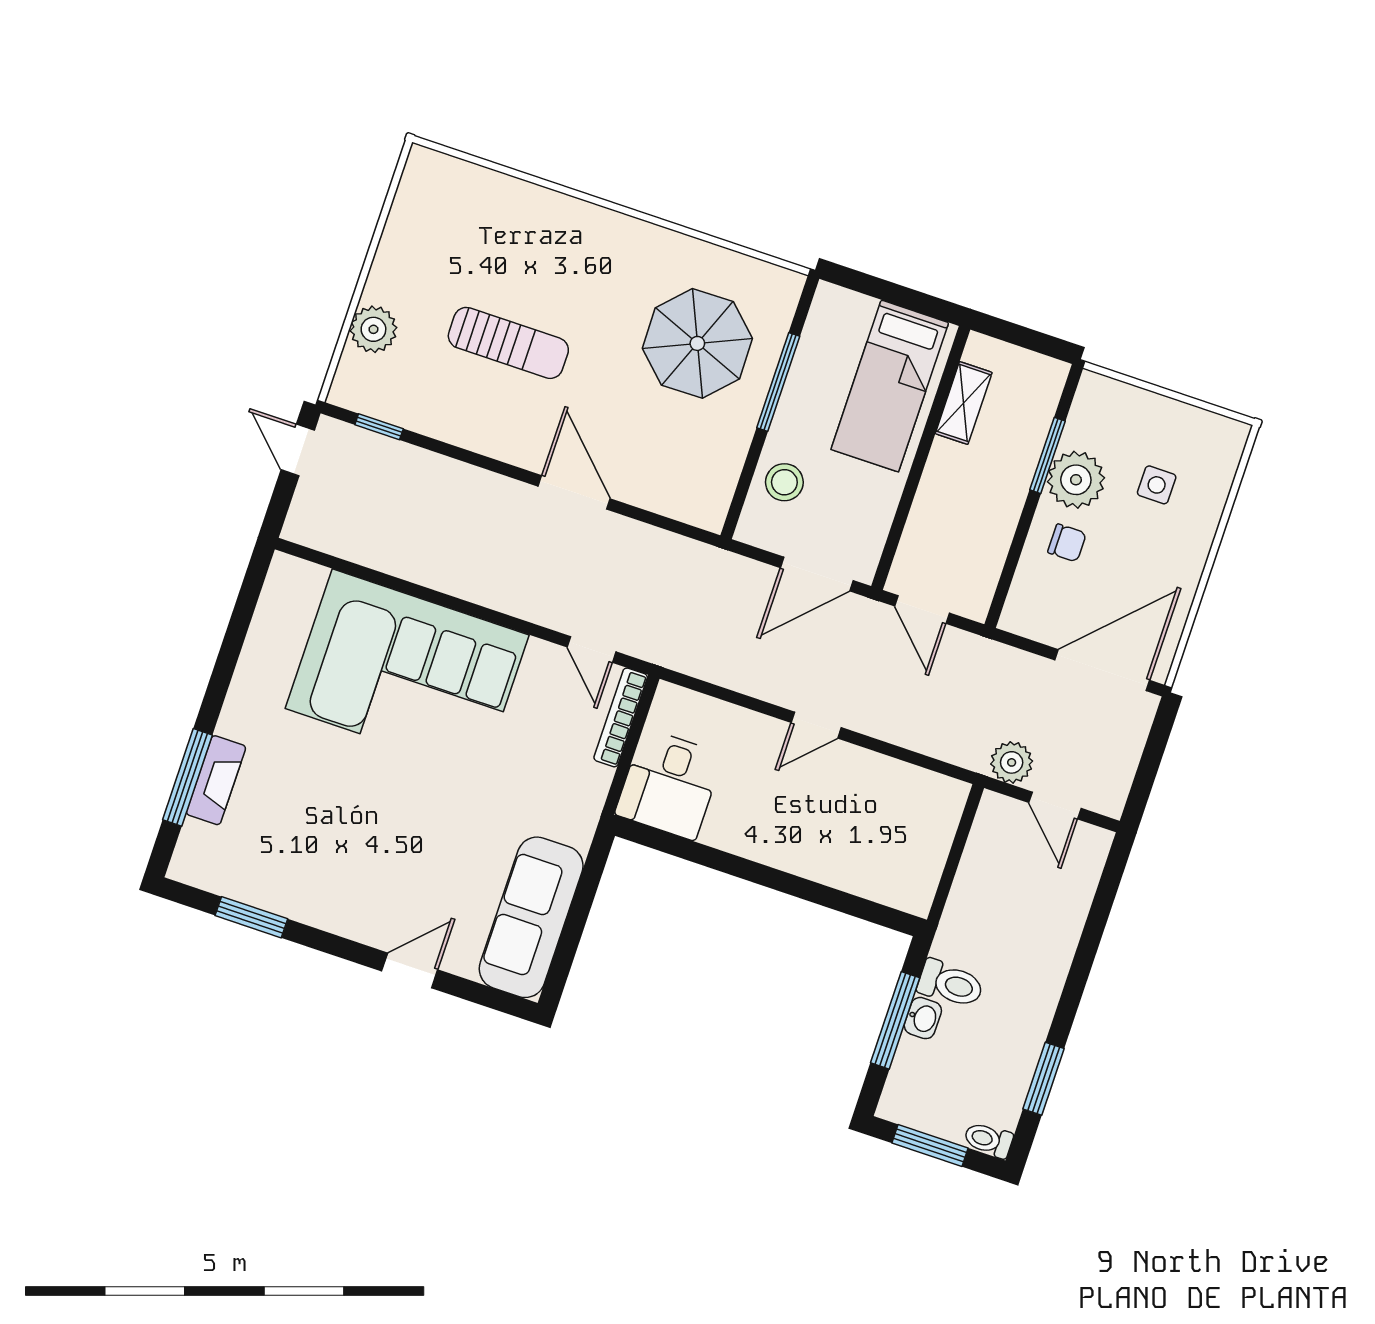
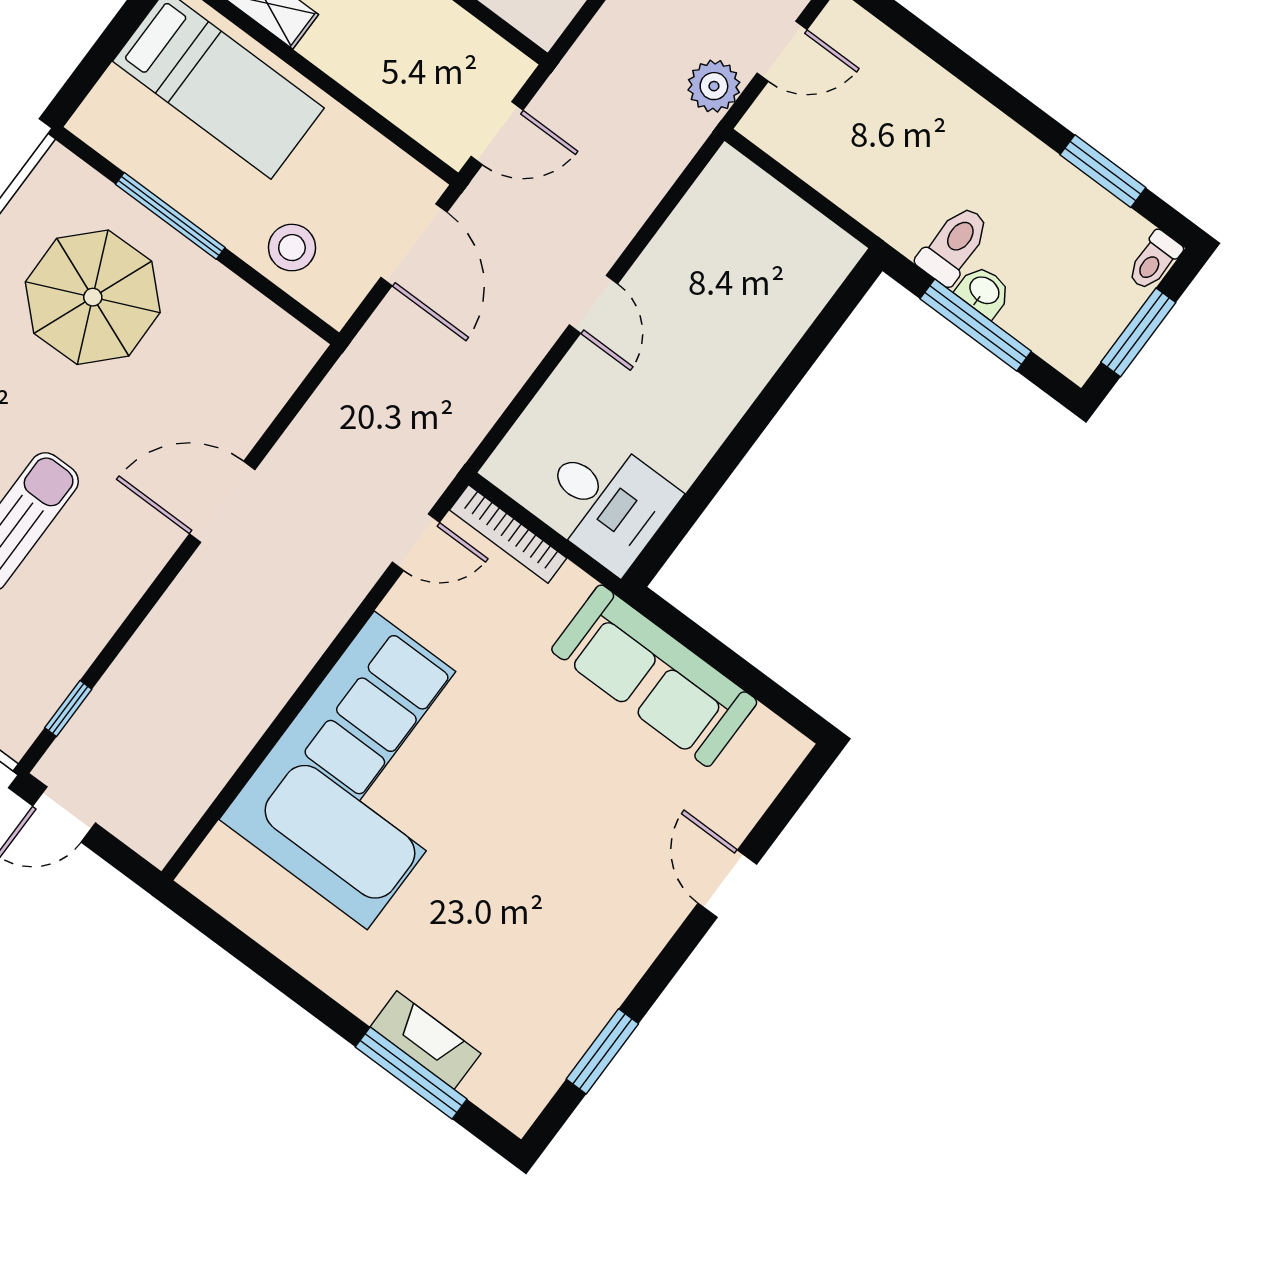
sofa: (531, 917) -> (654, 676), moved

